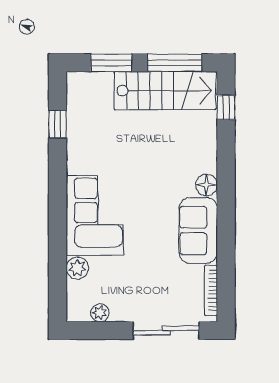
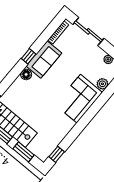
window: (58, 124) -> (57, 154), moved
window: (226, 216) -> (29, 56), added

